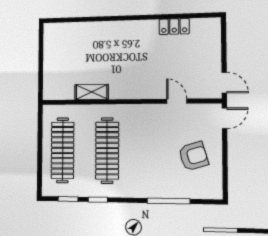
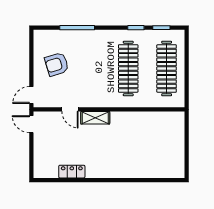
shelving: (92, 92) -> (95, 118), moved

